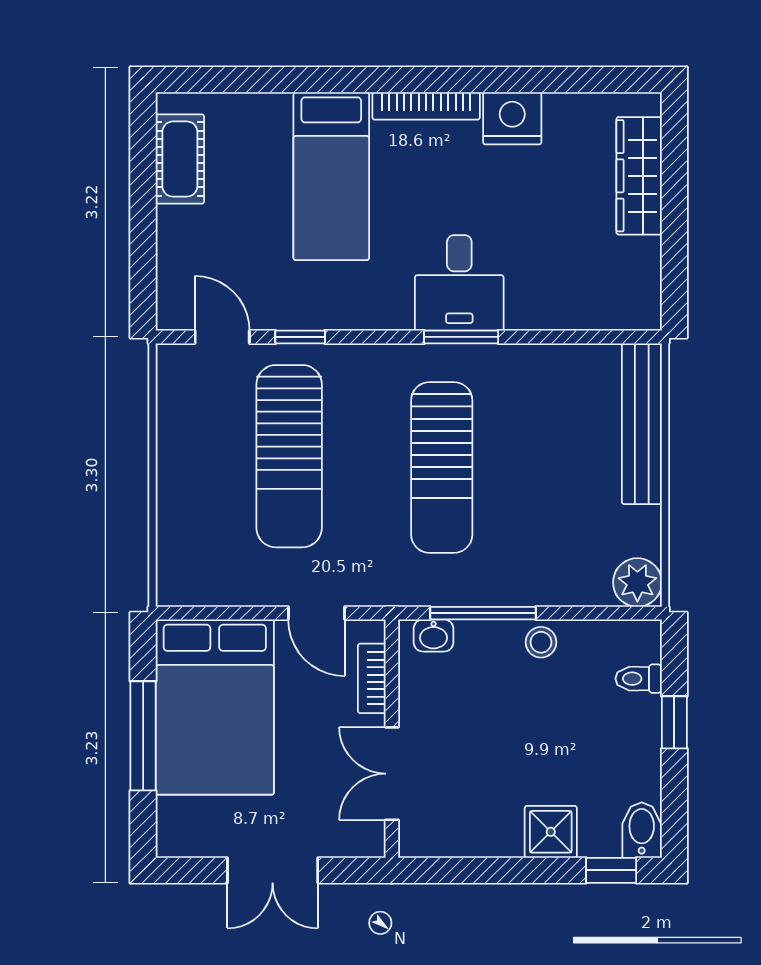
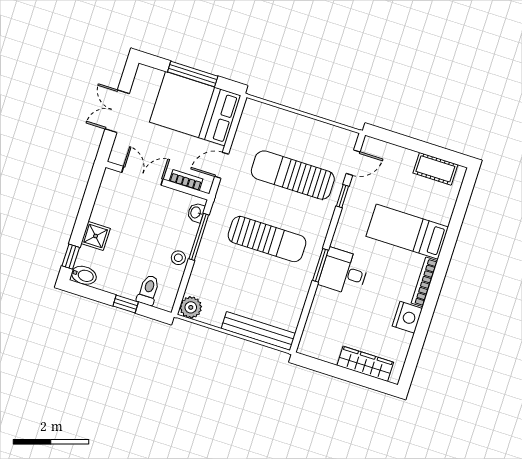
sun lounger: (442, 467) -> (267, 239), turned 180
toilet: (639, 679) -> (148, 290), width x1.37, depth x1.39

